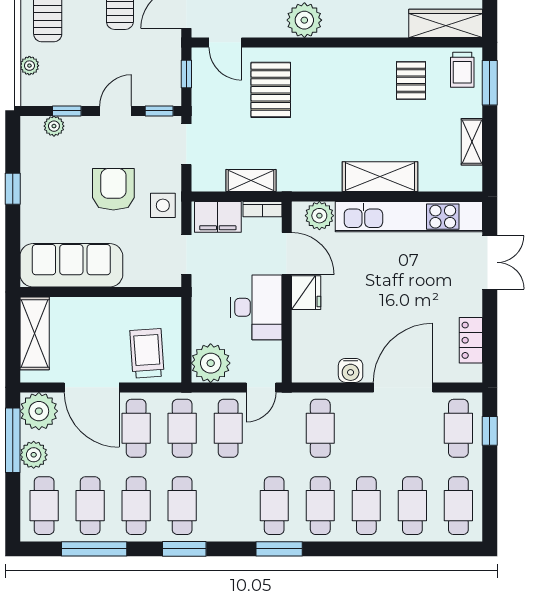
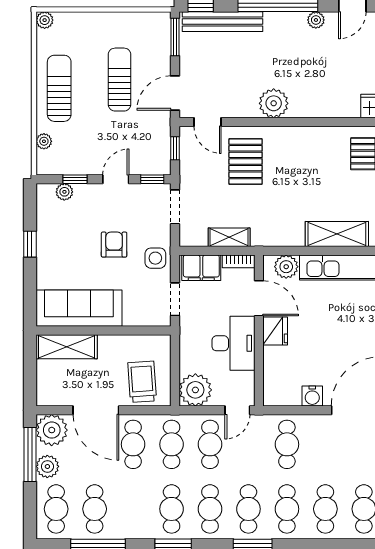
armchair: (113, 189) -> (114, 245), width x0.72, depth x0.72
shelving: (35, 333) -> (67, 347), moved, turned 90
cafe table: (136, 506) -> (210, 509), moved

